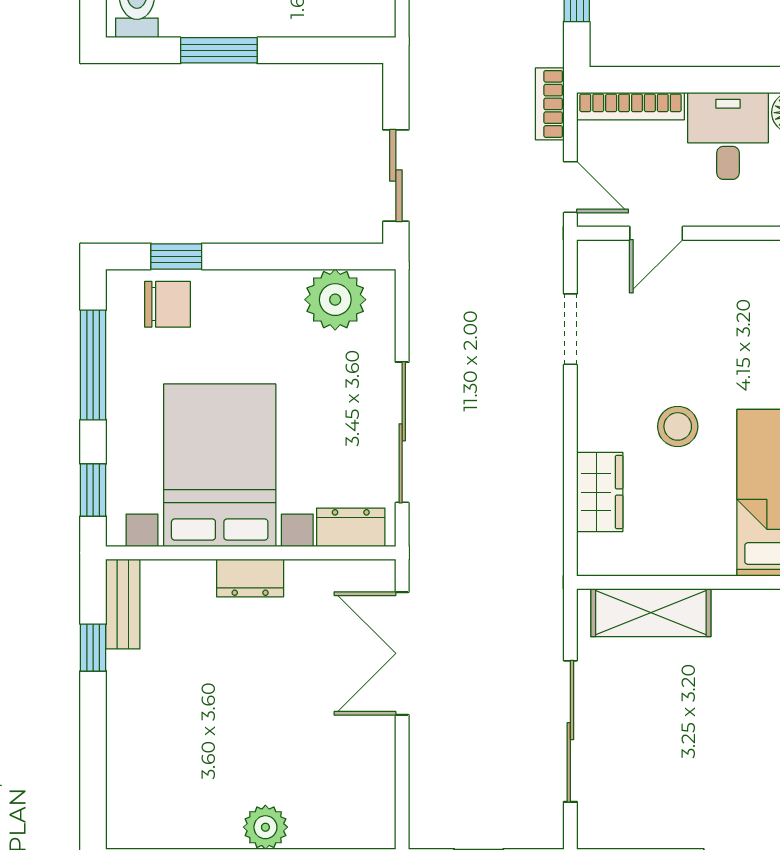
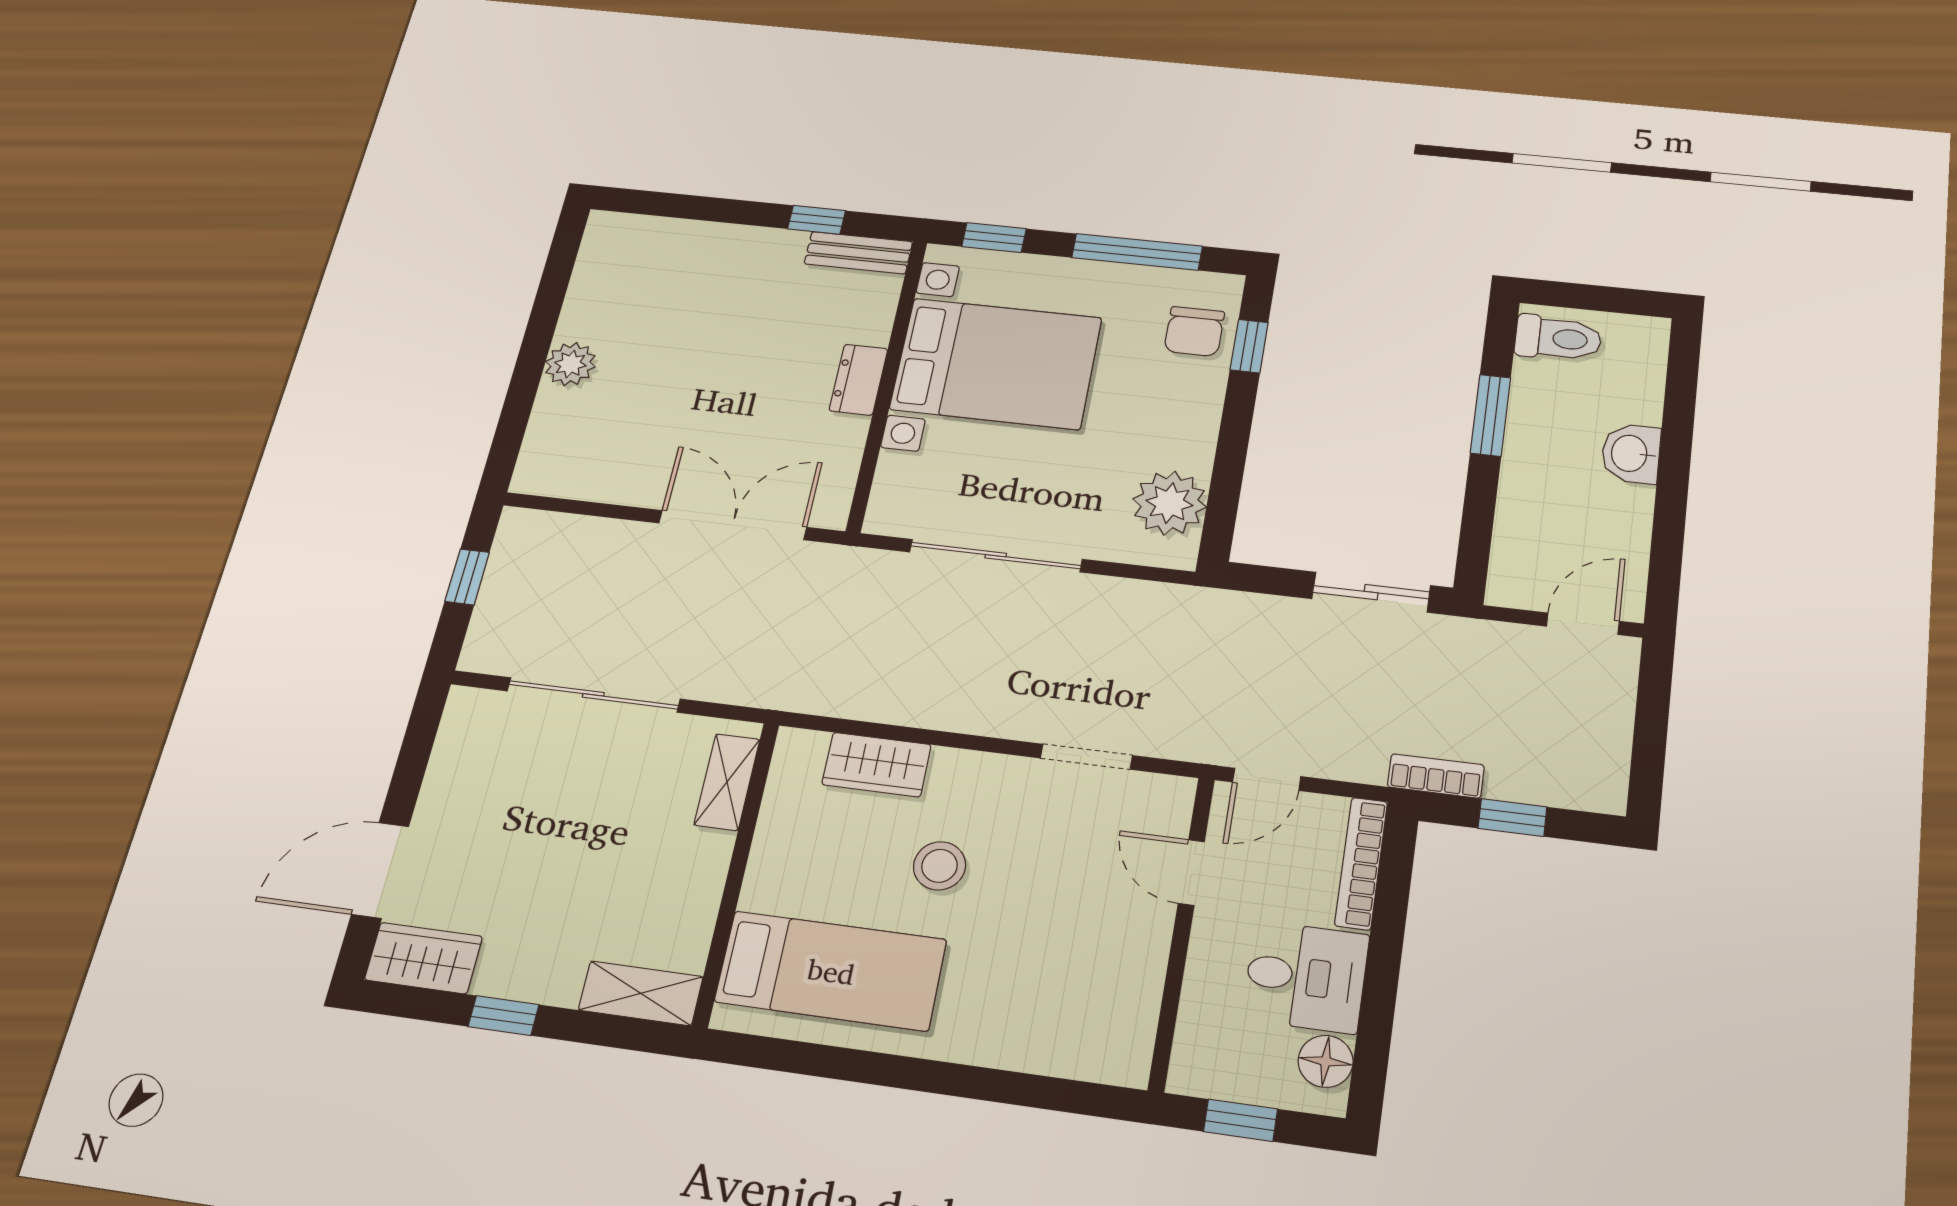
bookcase: (550, 104) -> (1436, 776), moved
sliding door: (396, 176) -> (1371, 592), moved
dresser: (351, 527) -> (894, 489), removed
shelving: (651, 613) -> (727, 782), width x0.67, depth x0.75

